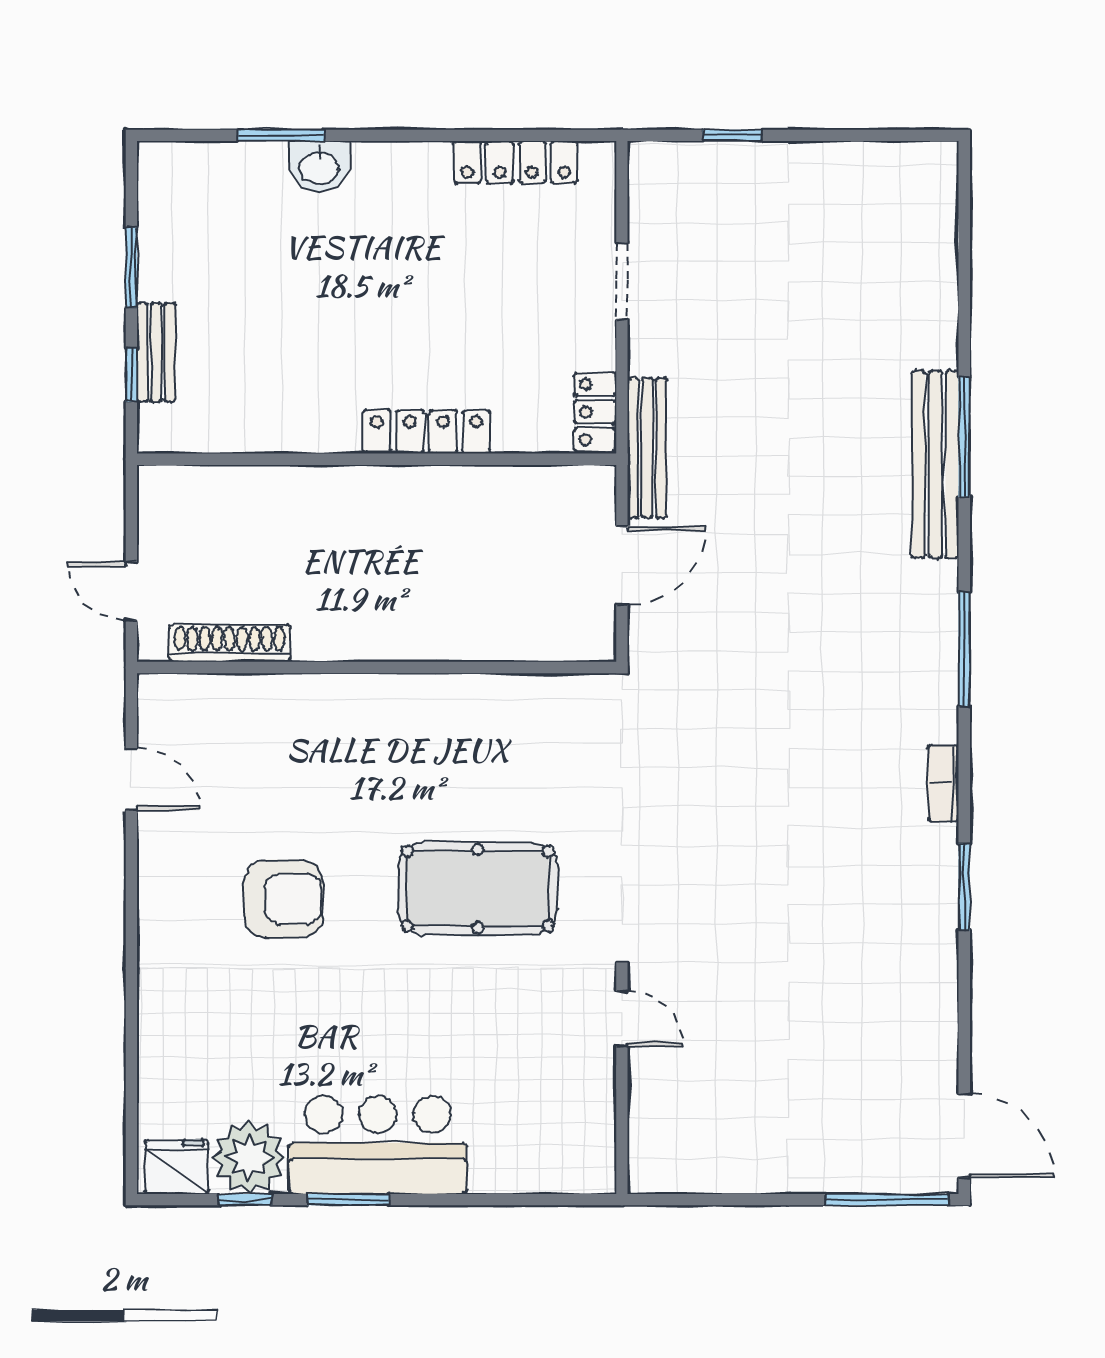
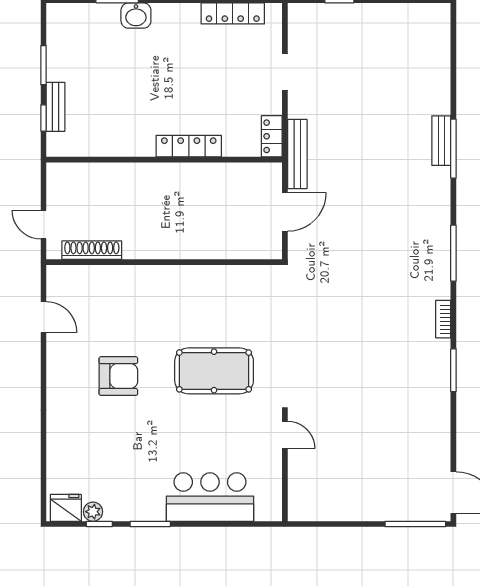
bench: (935, 464) -> (441, 141), width x0.54, depth x0.82
bar counter: (378, 1145) -> (210, 497), moved
plant: (249, 1157) -> (93, 512), width x0.53, depth x0.53

